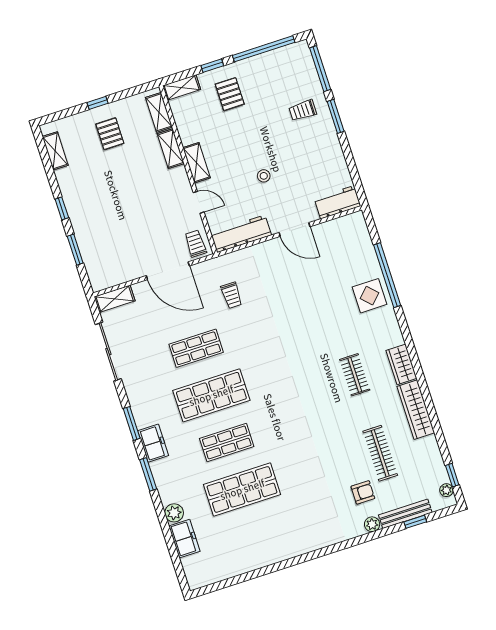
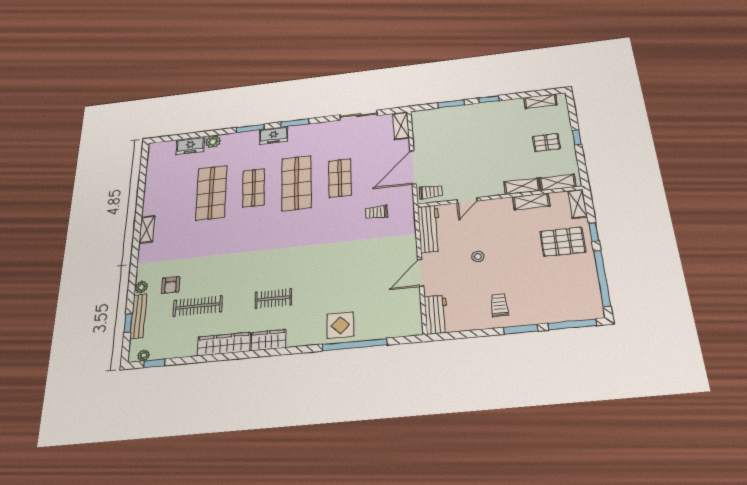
pallet: (230, 94) -> (563, 242), width x1.50, depth x1.42
trolley: (303, 110) -> (499, 305), moved
shelving: (197, 163) -> (531, 201), moved
sliding door: (108, 352) -> (359, 115), width x0.73
shelving: (302, 547) -> (147, 229), added

